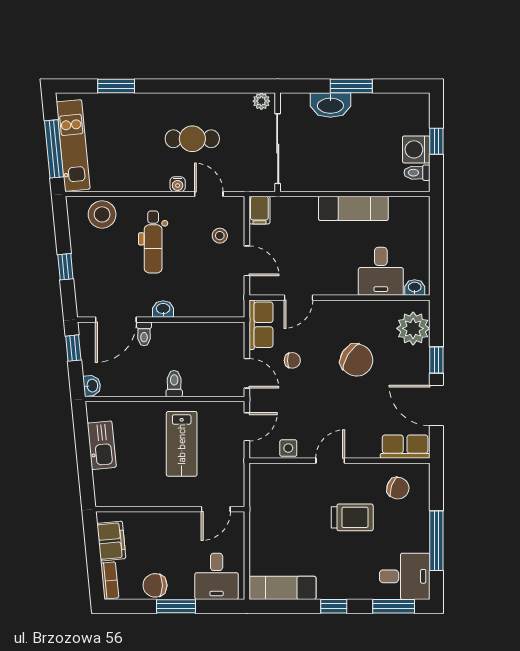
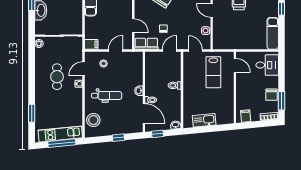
lab bench: (182, 444) -> (213, 72), moved, turned 90
filing cabinet: (111, 541) -> (246, 116), width x0.50
window: (176, 606) -> (282, 101), moved

